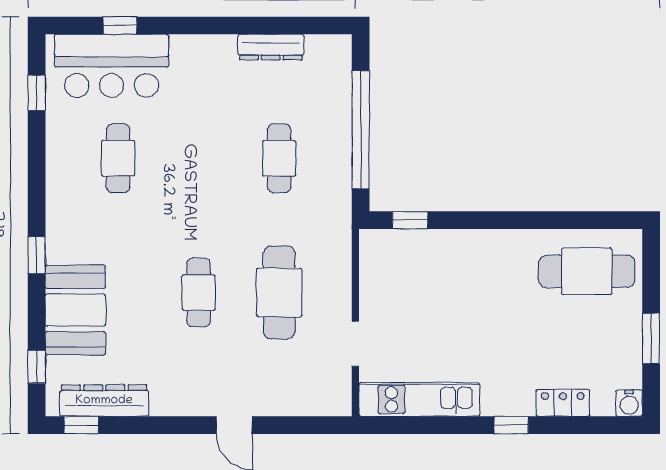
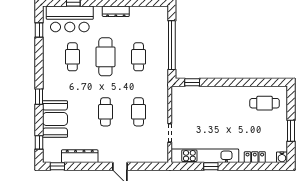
dresser: (271, 47) -> (116, 11), moved
cafe table: (199, 158) -> (105, 57), added
cafe table: (587, 271) -> (265, 103), width x0.73, depth x0.74
cafe table: (279, 292) -> (139, 112), width x0.73, depth x0.74
kitchen unit: (419, 399) -> (205, 156), width x1.36
dresser: (104, 401) -> (80, 156), moved
window: (511, 425) -> (211, 166), moved

